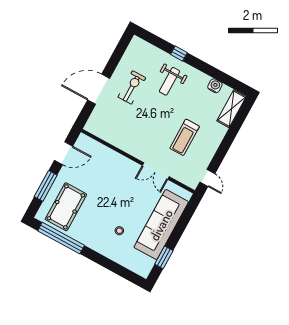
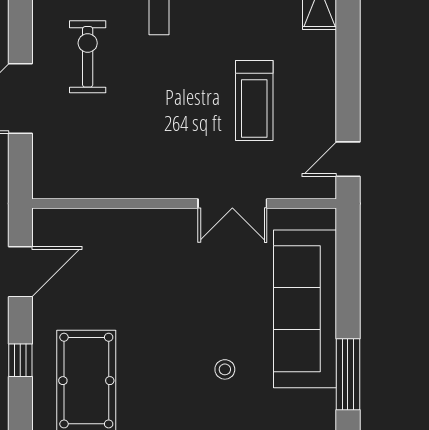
door: (207, 178) -> (348, 159), swing flipped
window: (46, 186) -> (20, 360), width x0.46
window: (164, 257) -> (348, 374), width x1.44

